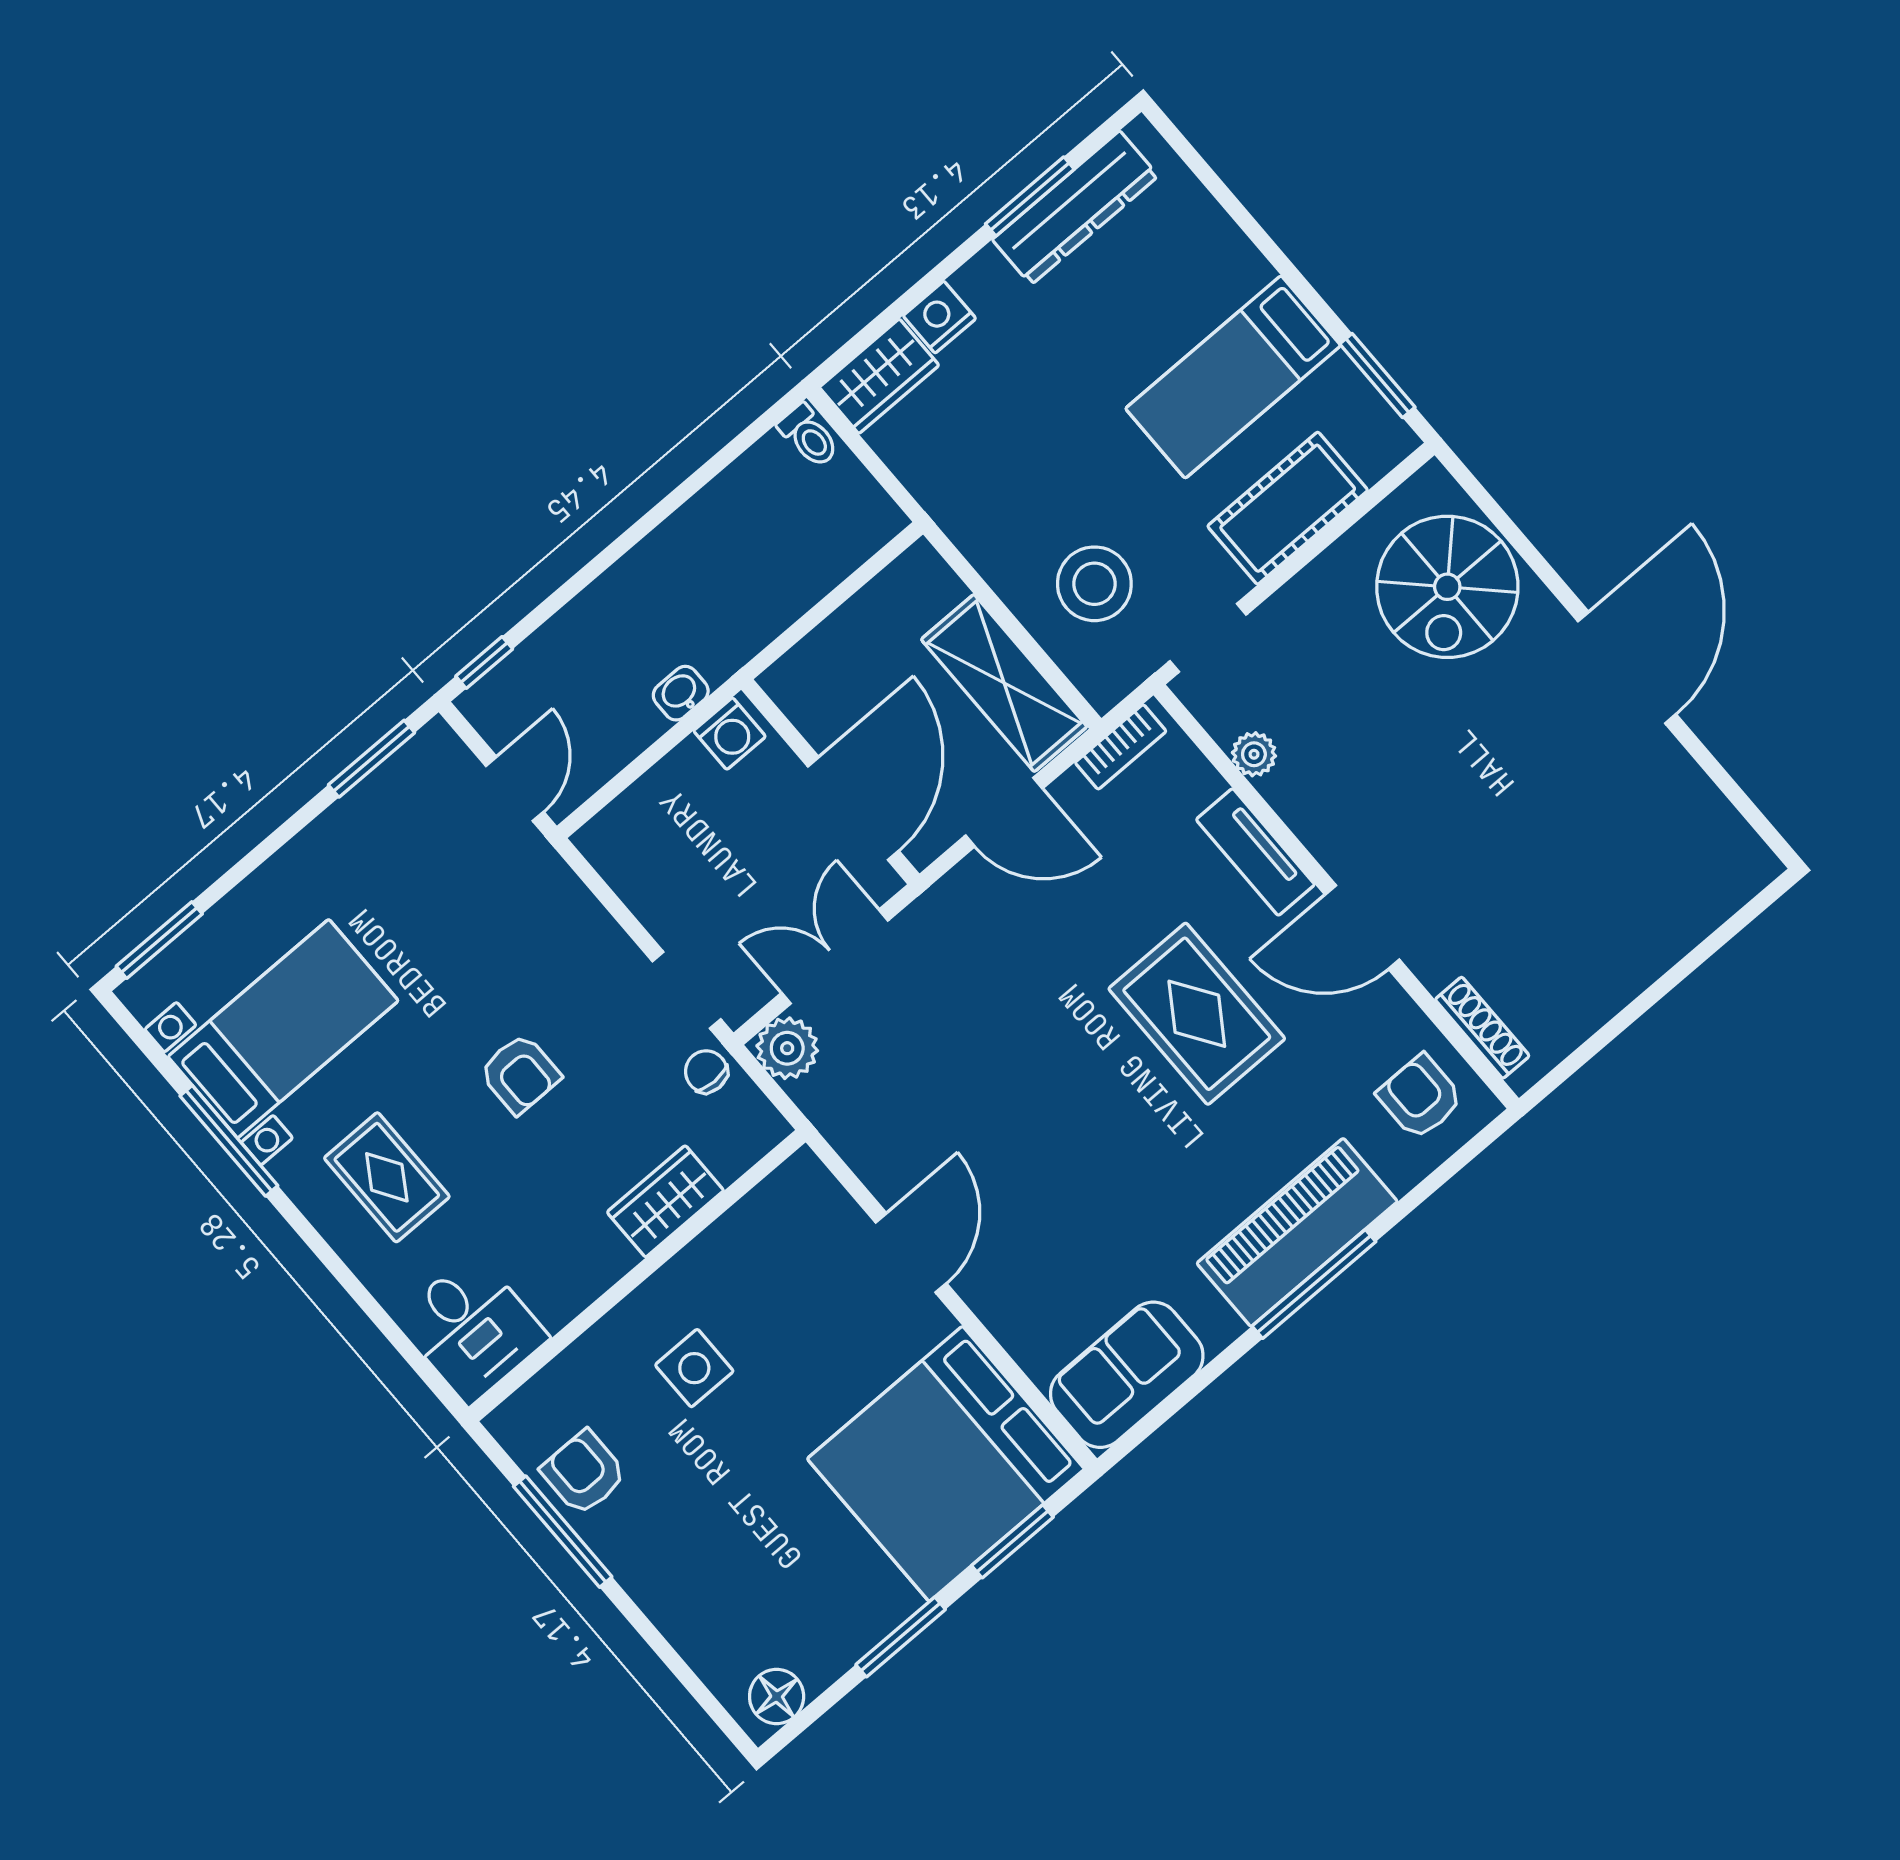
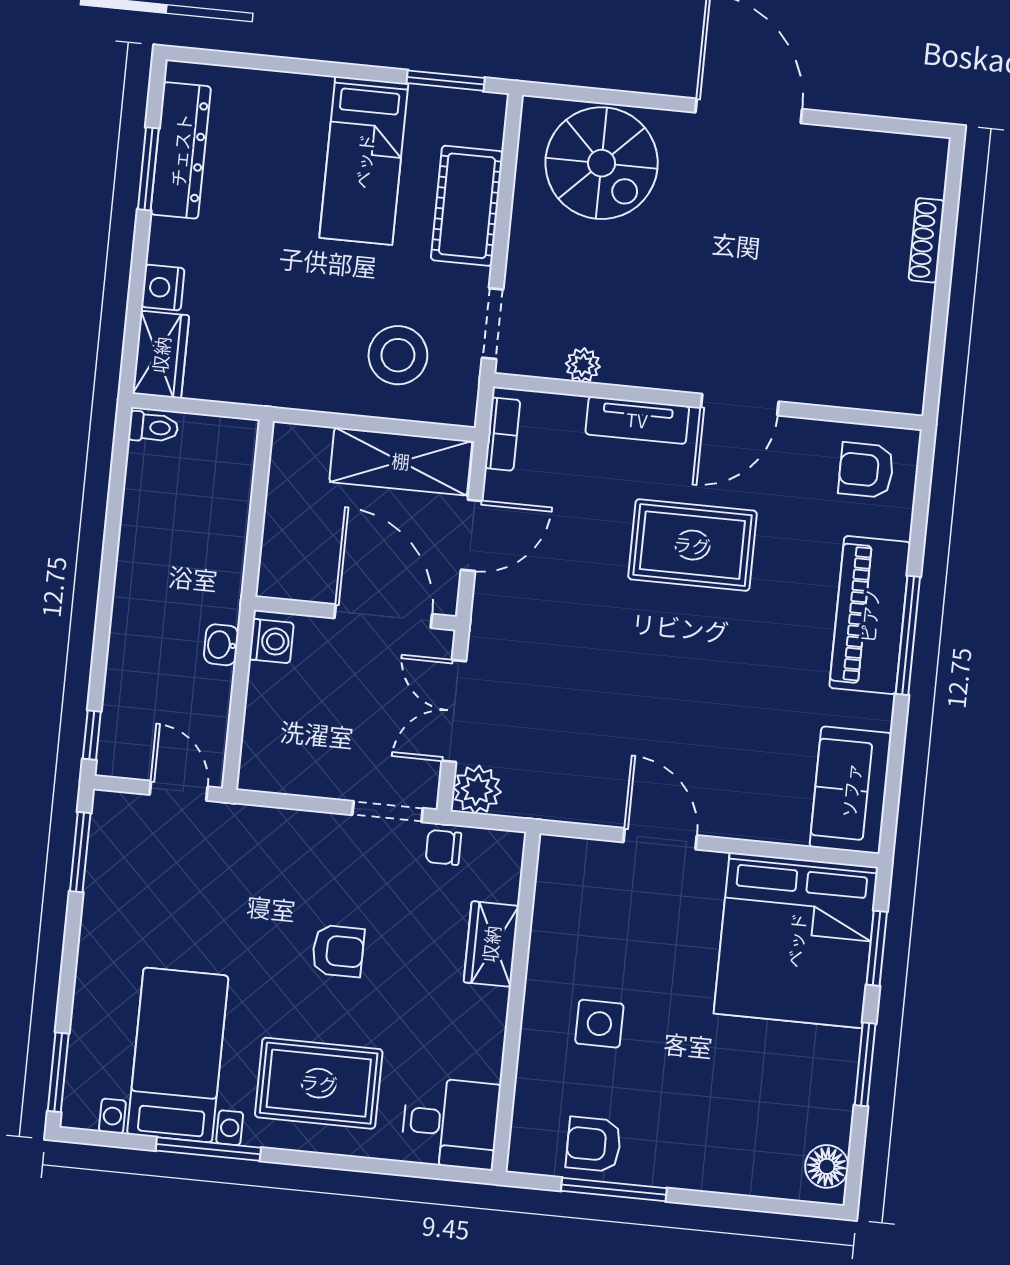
shoe rack: (1482, 1028) -> (927, 240), moved, turned -90
rug: (387, 1177) -> (319, 1083), width x1.36, depth x1.43

